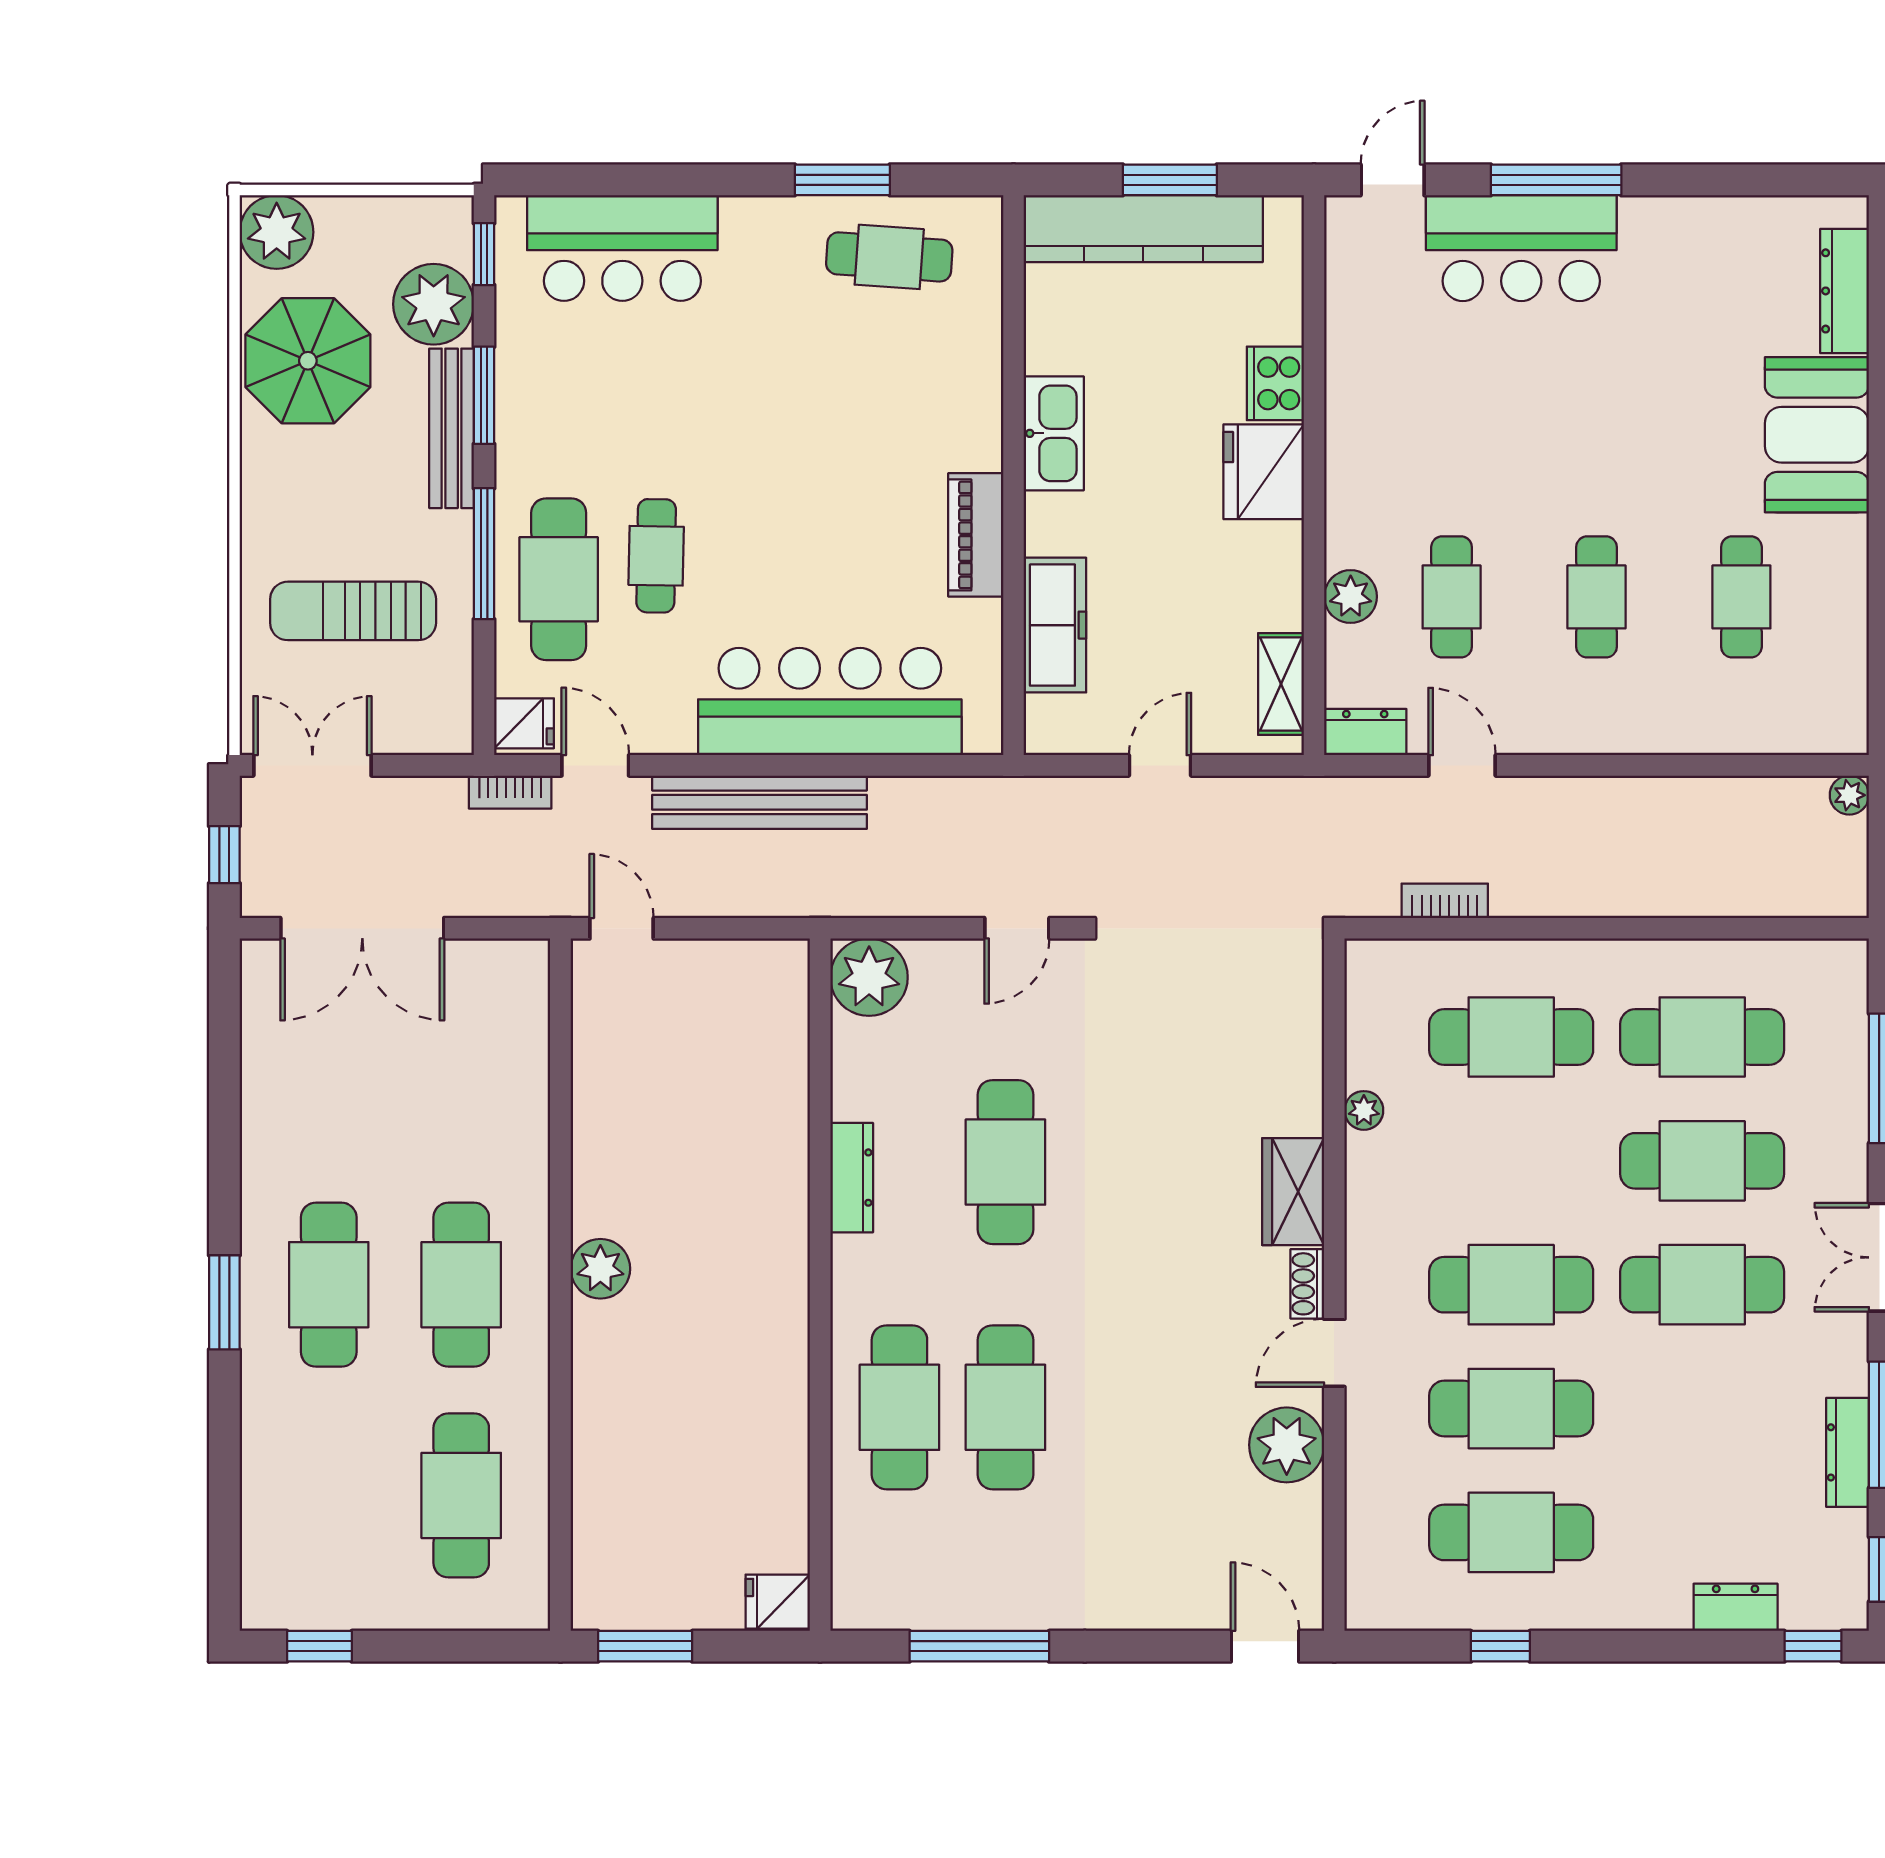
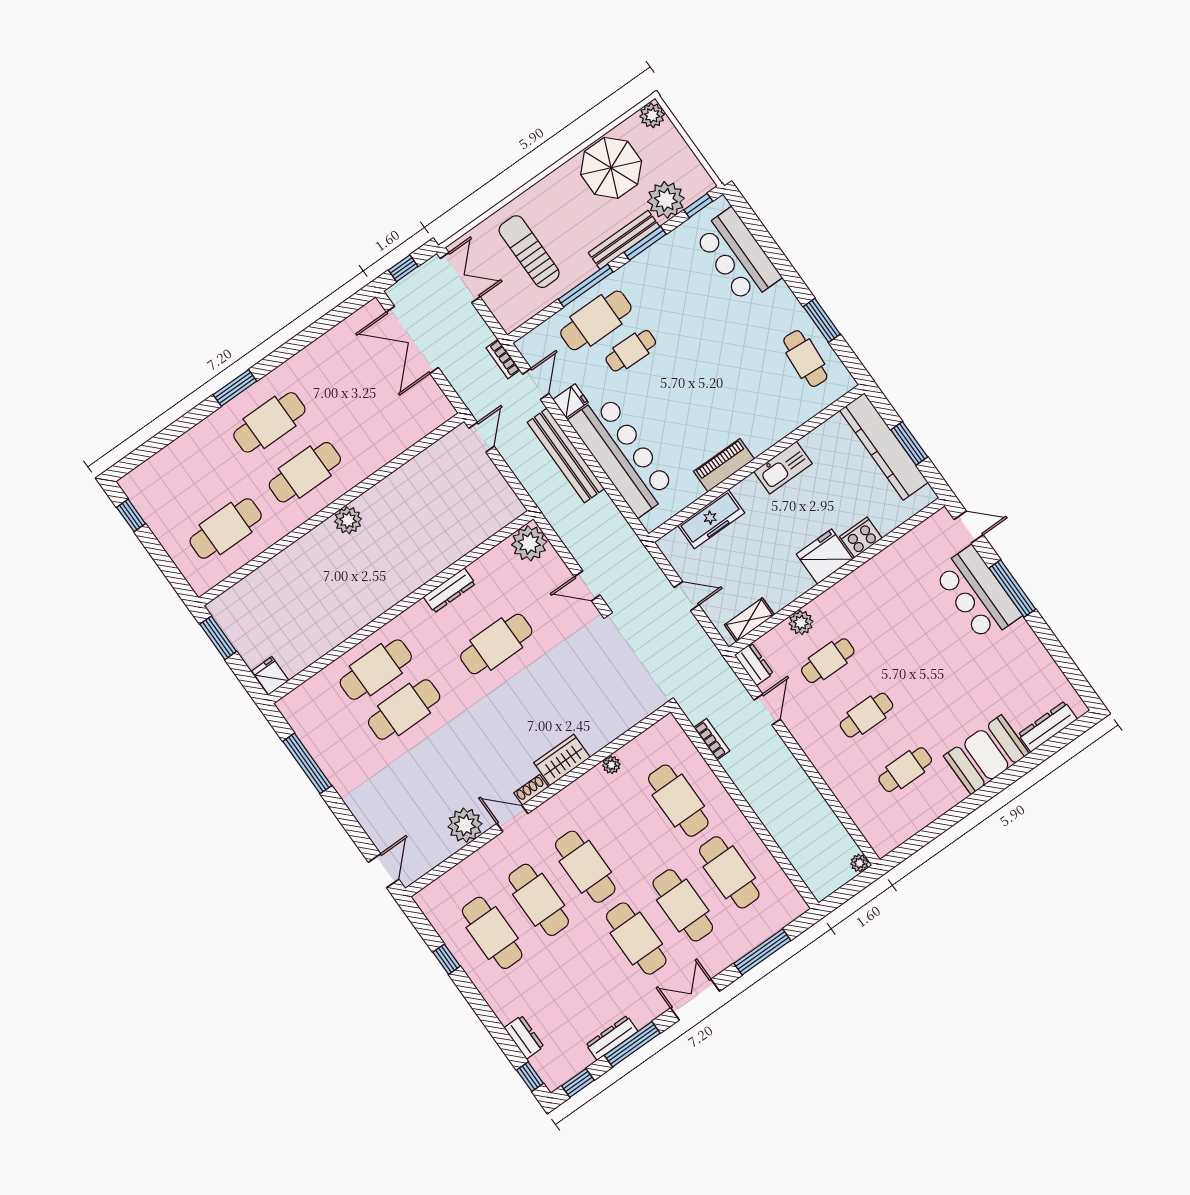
plant: (277, 232) -> (652, 115), width x0.73, depth x0.73
fridge: (524, 723) -> (570, 401), moved, turned -90

